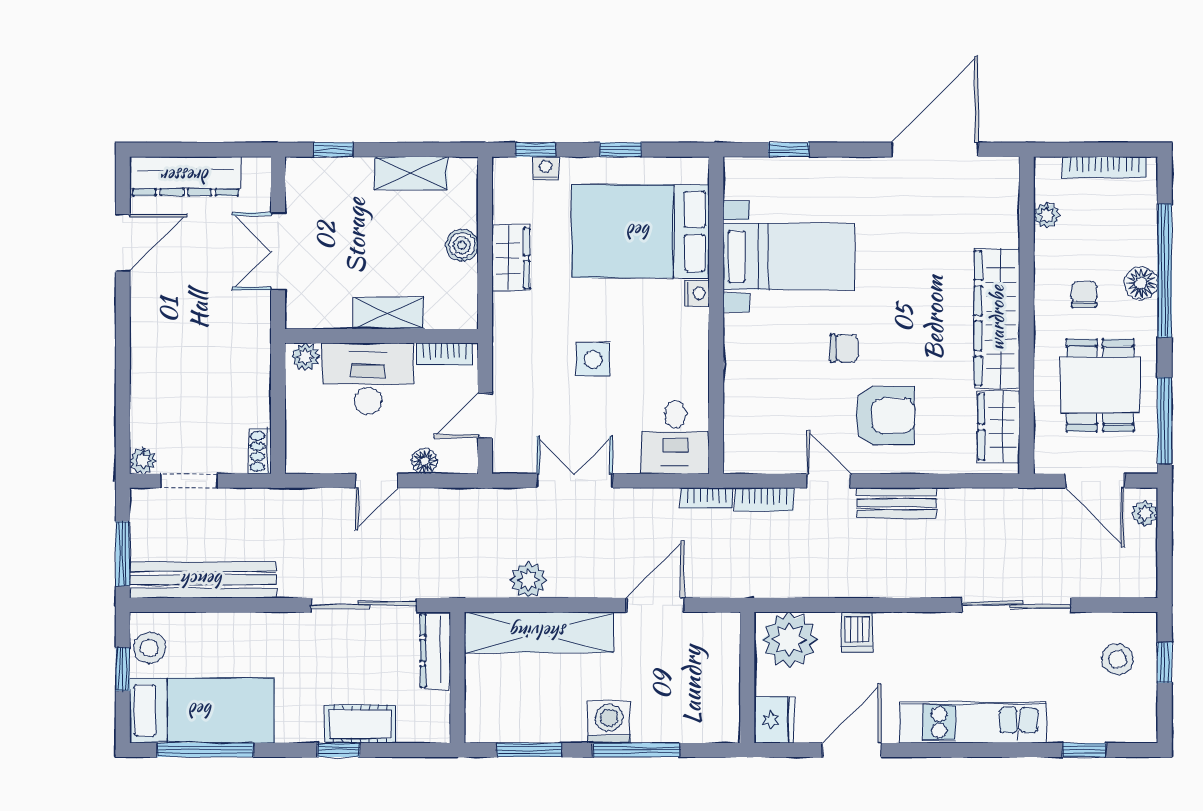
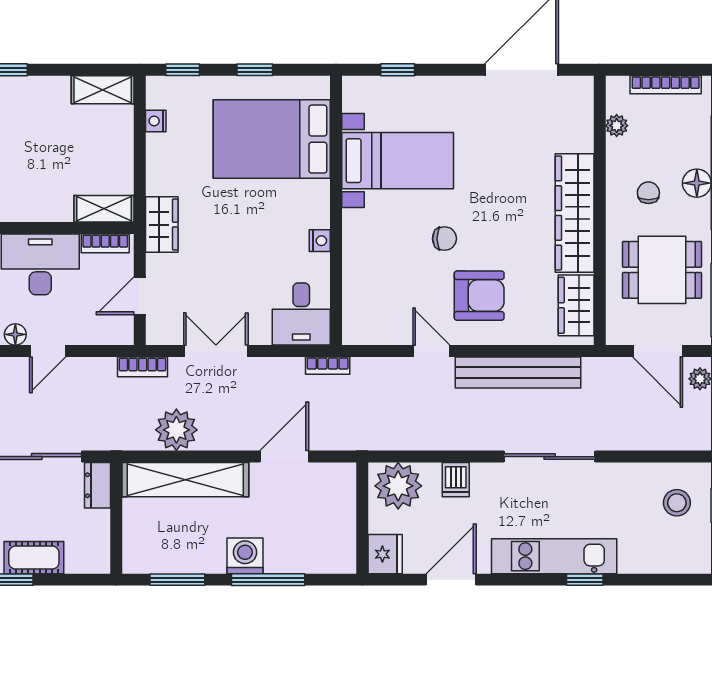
nightstand: (545, 169) -> (156, 121), moved, turned -90
shelving: (411, 173) -> (103, 90), moved
boiler: (462, 245) -> (120, 151), removed
wardrobe: (511, 258) -> (162, 225), moved
nightstand: (697, 293) -> (320, 241), moved
shelving: (389, 313) -> (104, 209), moved
side table: (593, 359) -> (232, 248), removed
dining table: (1100, 385) -> (662, 270), turned 90
floor lamp: (425, 461) -> (15, 334), moved
bookcase: (764, 499) -> (143, 367), moved
bench: (896, 503) -> (518, 372), width x1.86, depth x1.21
plant: (528, 580) -> (176, 430), width x1.36, depth x1.36
sliding door: (1016, 605) -> (550, 457), moved
dresser: (435, 651) -> (98, 485), width x0.70
window: (1084, 750) -> (585, 580), moved

